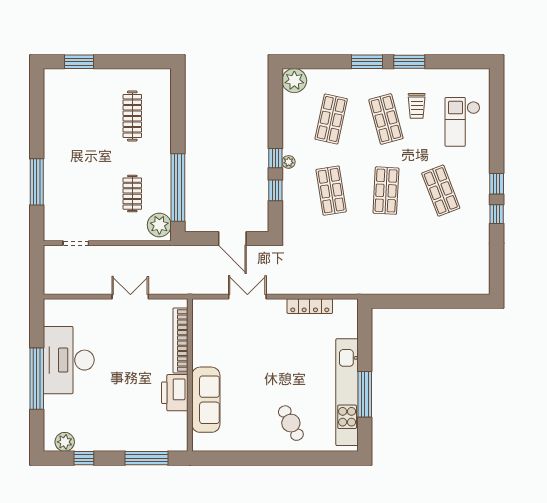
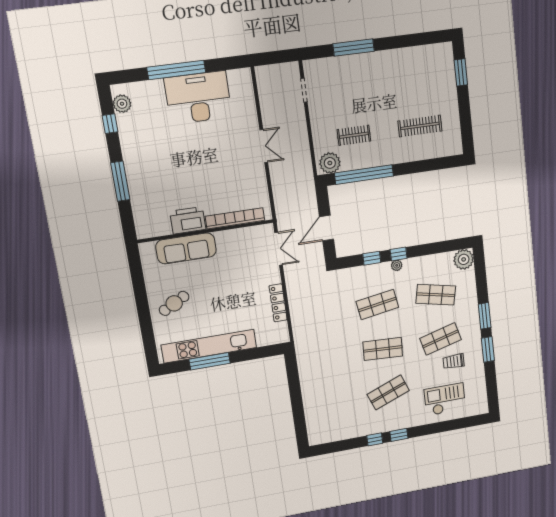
bookcase: (181, 340) -> (235, 218), moved
wall: (190, 375) -> (206, 231), moved
printer: (175, 393) -> (188, 220), moved
sofa: (206, 400) -> (186, 248), moved

